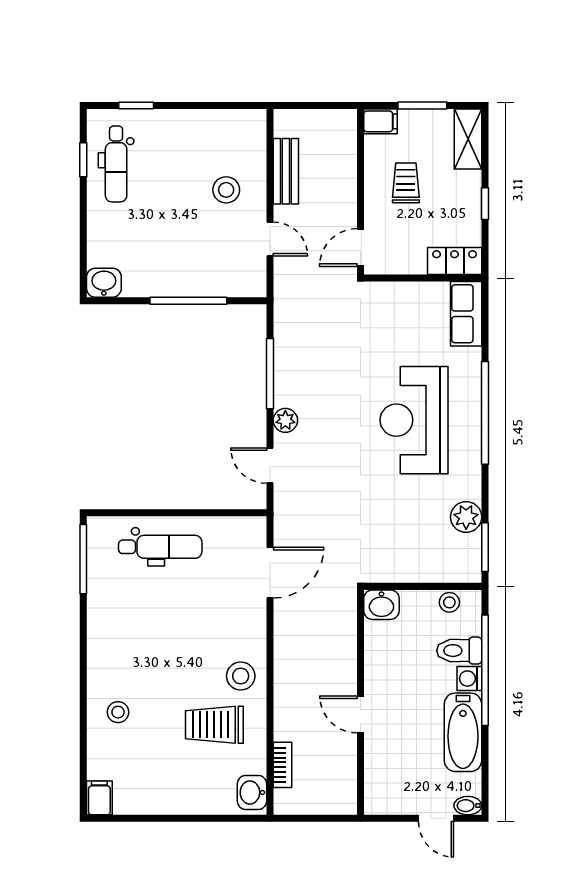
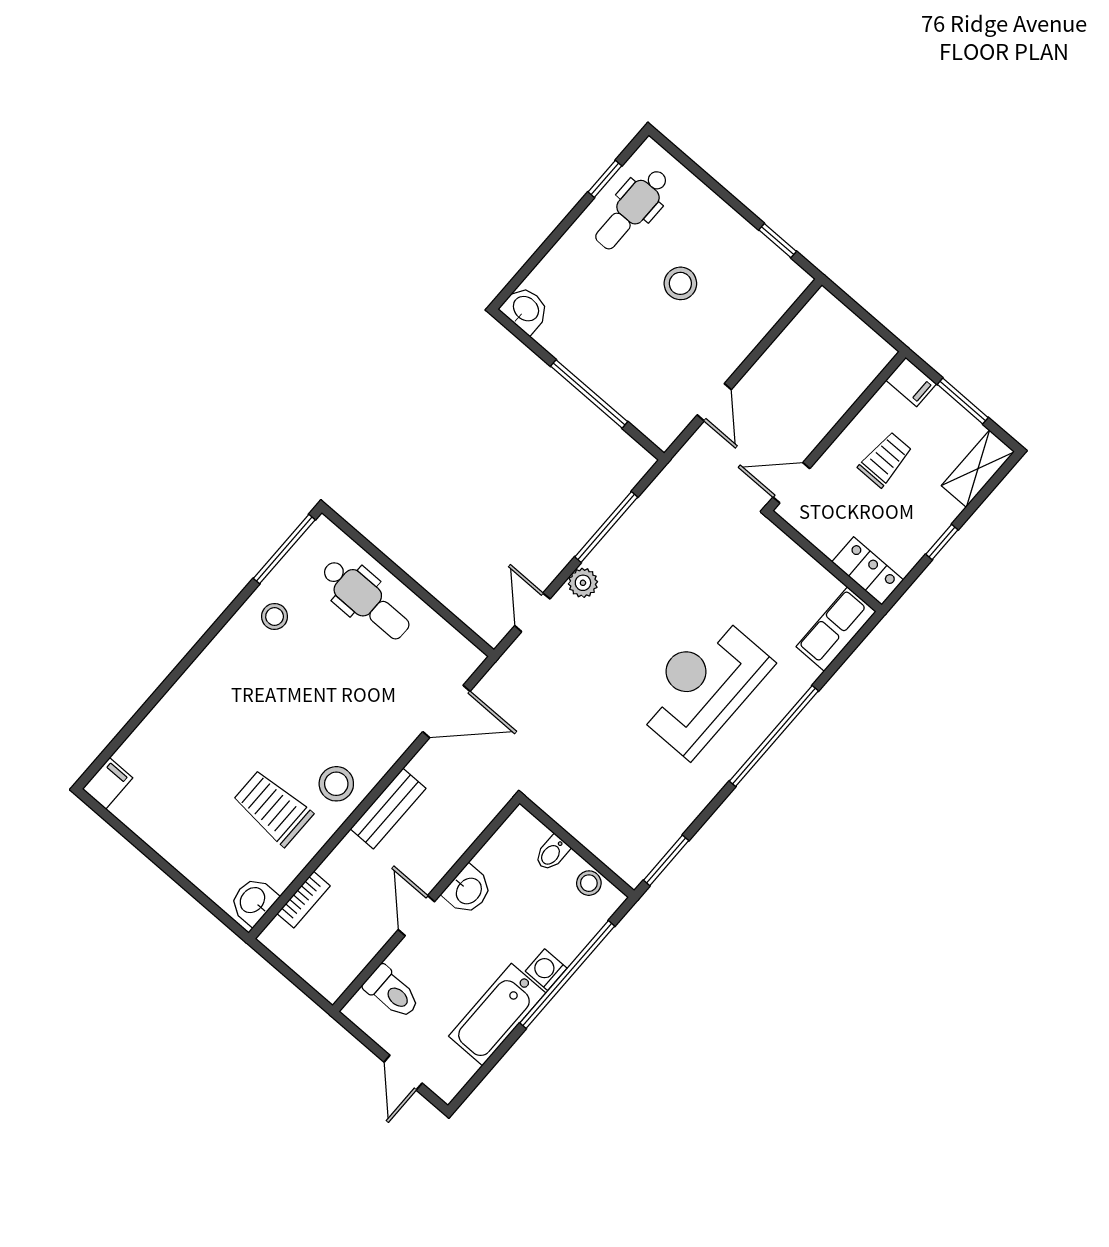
window: (136, 106) -> (778, 241), moved
bench: (286, 171) -> (388, 809), moved
stool: (226, 190) -> (680, 283), moved
plant: (466, 517) -> (673, 817), removed
washbasin: (381, 605) -> (468, 890), moved, turned -90
toilet: (459, 651) -> (392, 992), moved, turned 180
stool: (118, 712) -> (275, 616), moved
bidet: (468, 806) -> (552, 853), moved, turned -90

